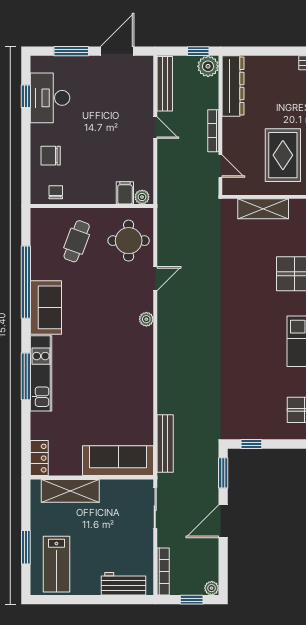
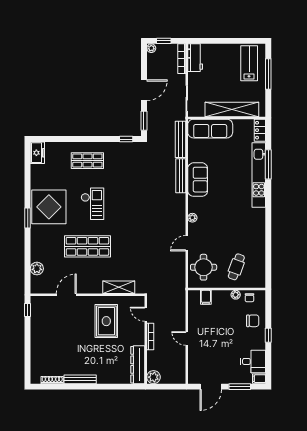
window: (198, 51) -> (160, 387), removed
filing cabinet: (40, 64) -> (259, 379), added
bench: (165, 84) -> (181, 176), moved
window: (26, 96) -> (268, 335), moved
desk: (50, 98) -> (253, 361), width x0.73
plant: (142, 197) -> (236, 295), moved
window: (26, 282) -> (268, 241), removed
sofa: (46, 307) -> (198, 180), moved, turned 180
kitchen unit: (41, 373) -> (259, 175), width x1.36
window: (26, 376) -> (268, 164), moved
shelving: (70, 491) -> (232, 109), width x1.47
window: (26, 547) -> (268, 74), width x1.44
workbench: (123, 584) -> (195, 58), moved, turned -90

